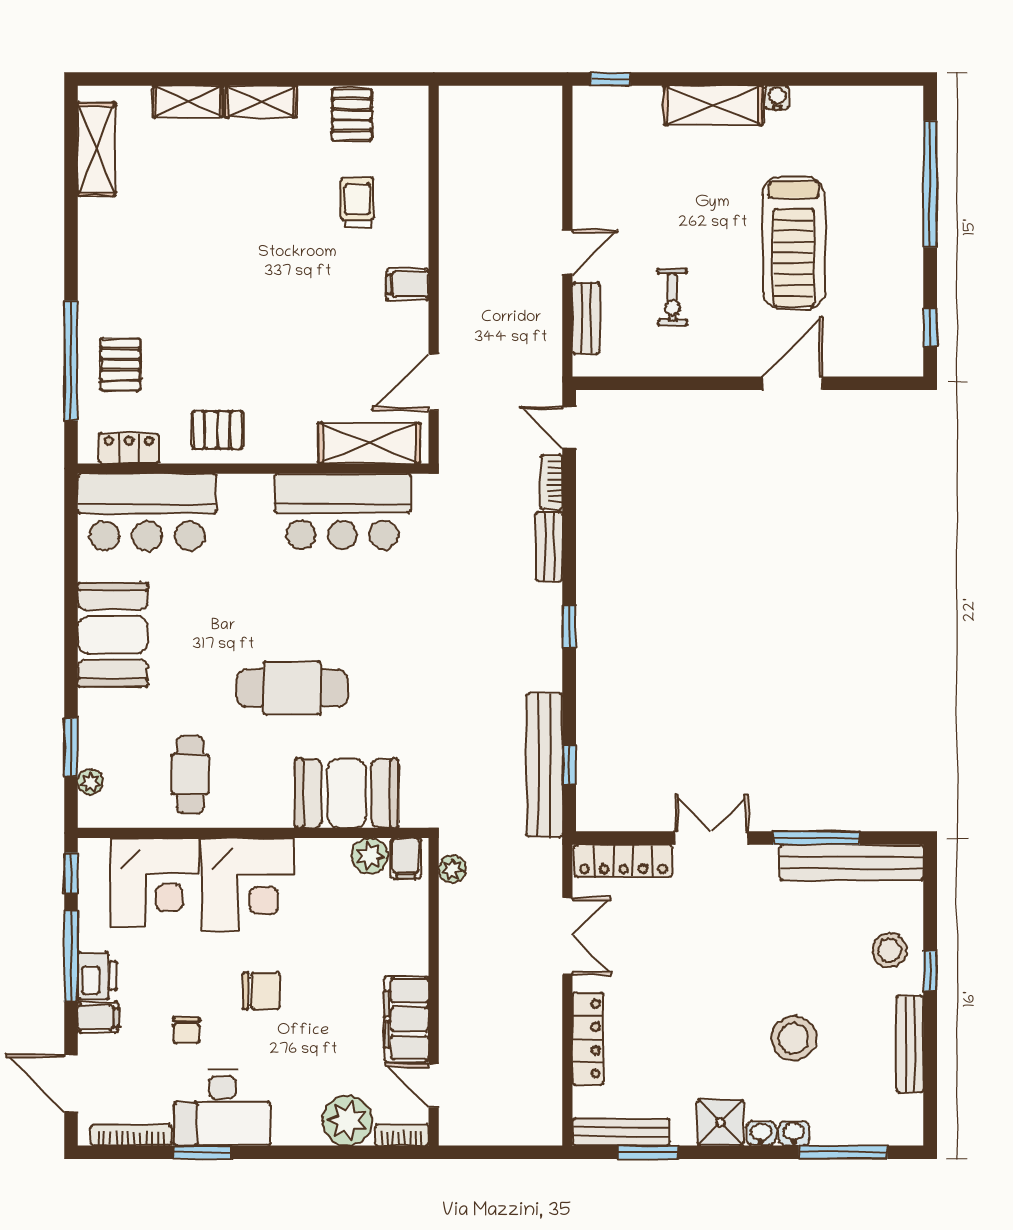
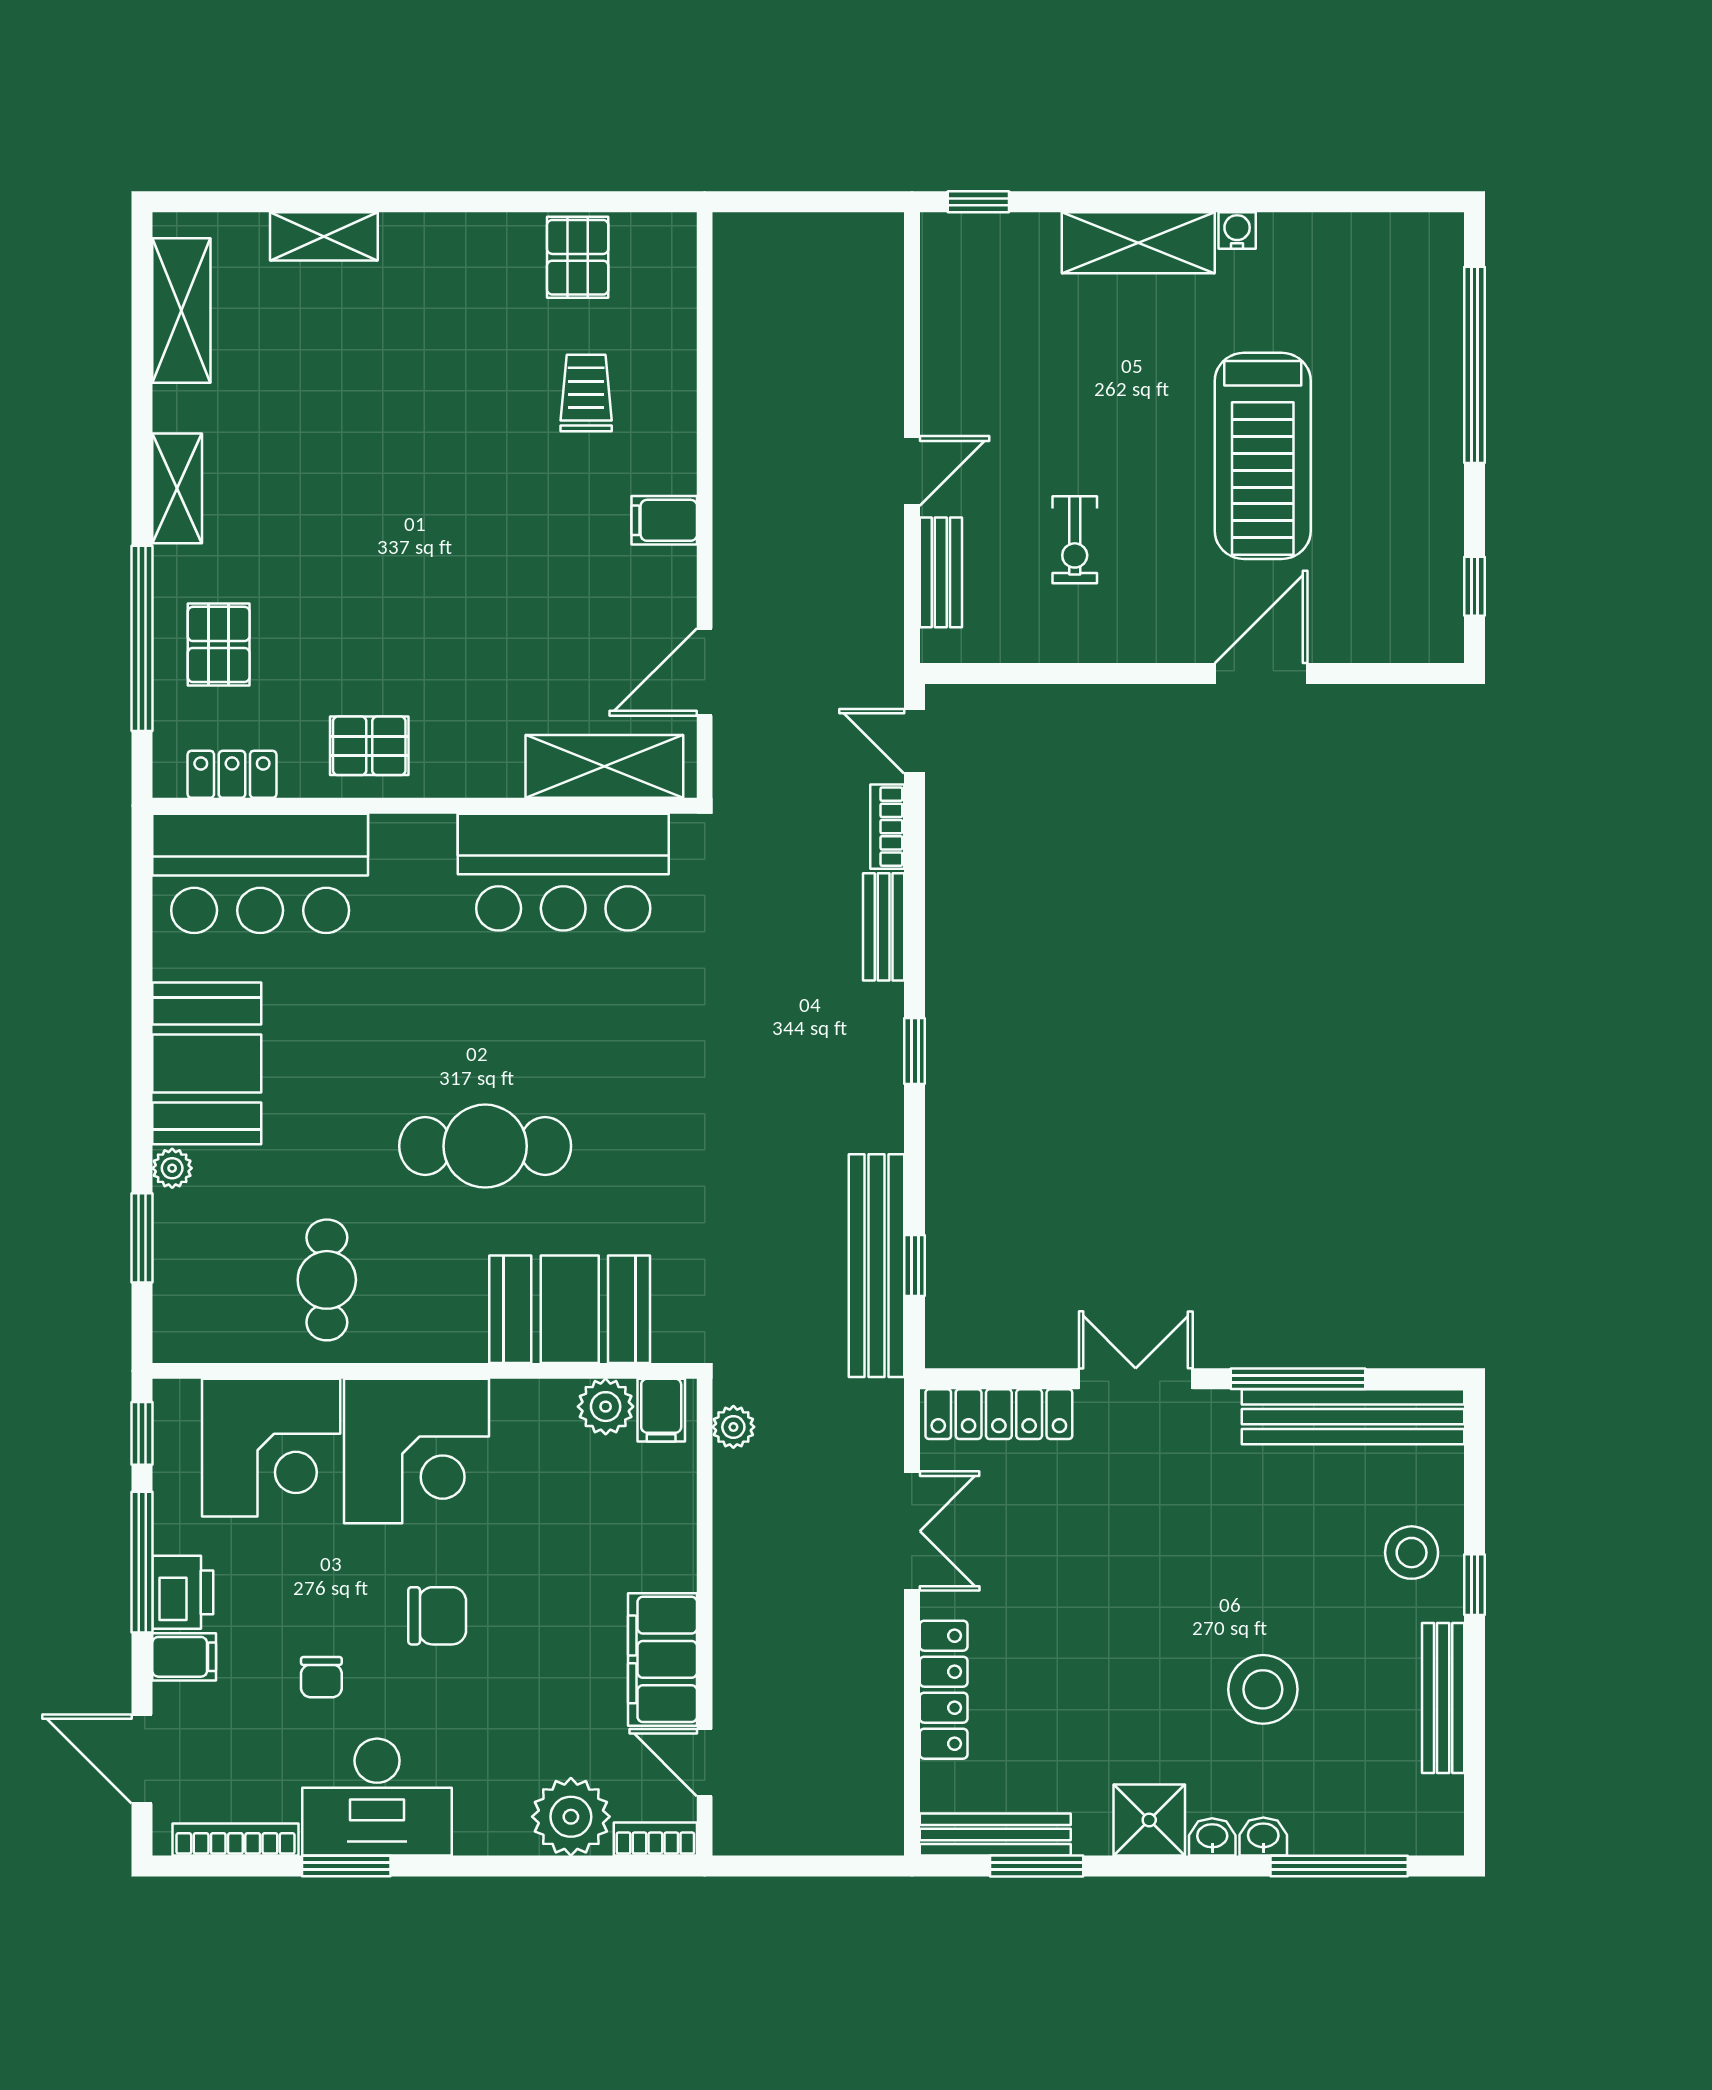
shelving: (261, 102) -> (177, 488), moved, turned 90
plant: (90, 782) -> (172, 1168), moved

